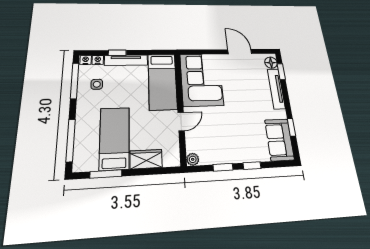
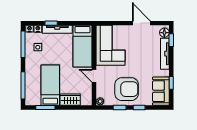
door: (181, 122) -> (94, 76), swing flipped
armchair: (230, 139) -> (127, 89), added

